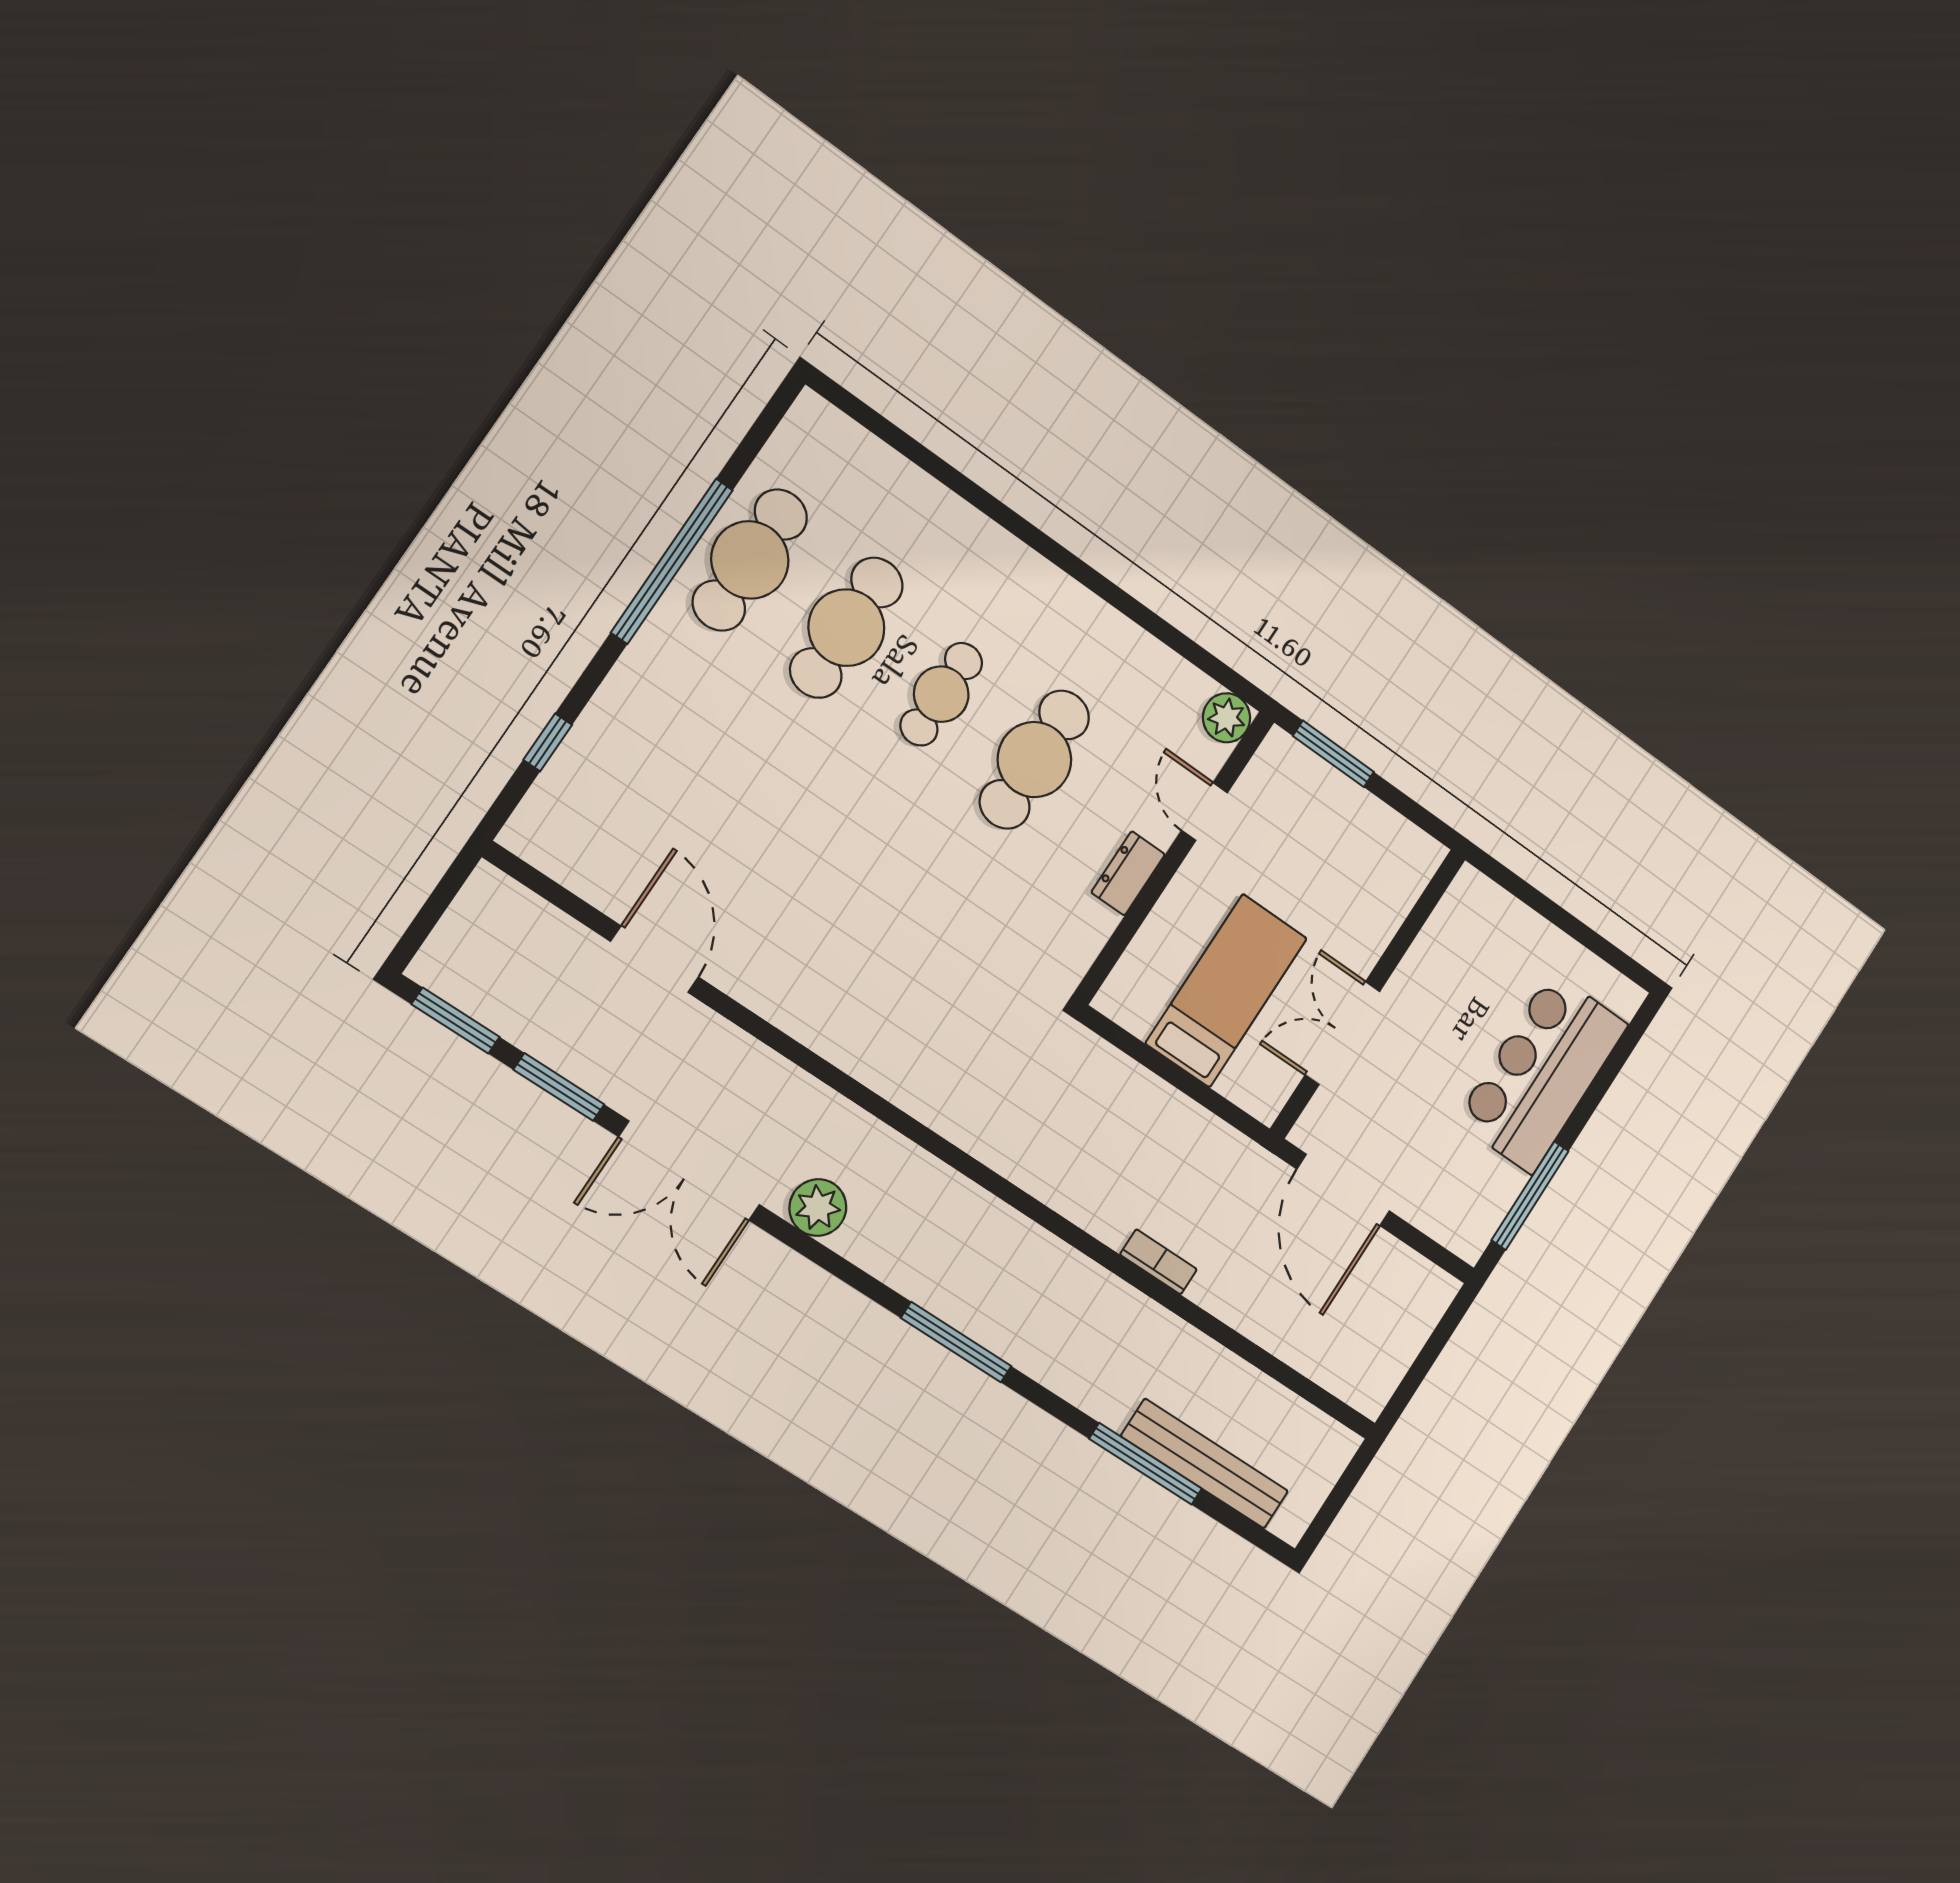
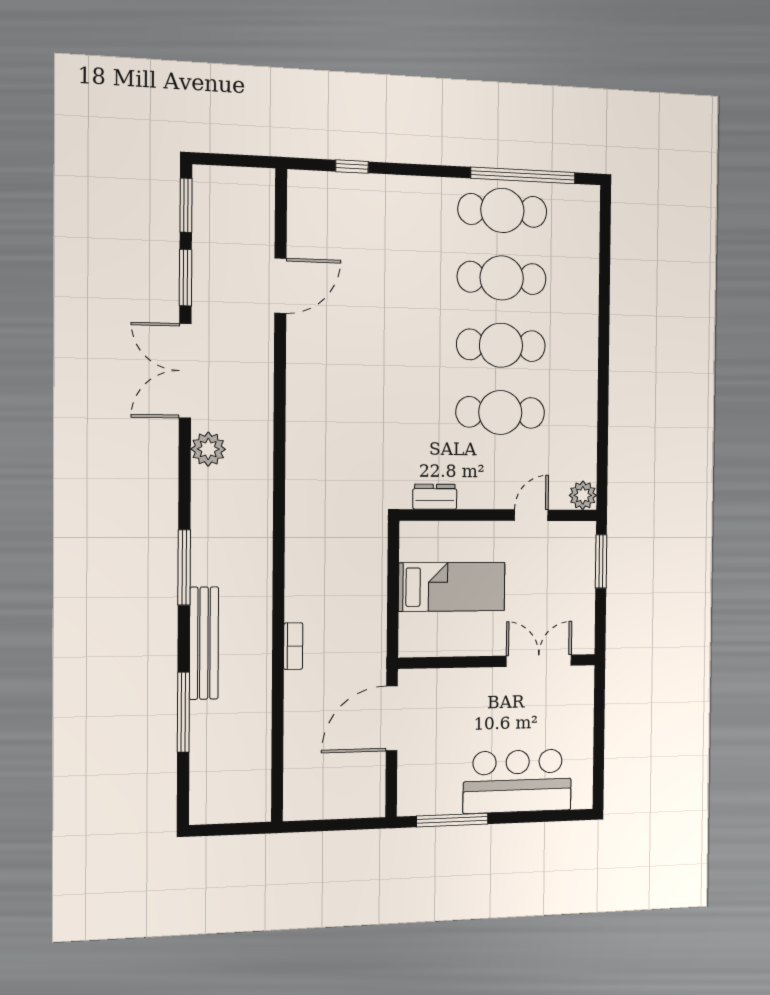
window: (672, 561) -> (523, 175), moved
cafe table: (941, 694) -> (501, 345), width x1.37, depth x1.35
dresser: (1128, 873) -> (435, 497), moved
double door: (1342, 1033) -> (539, 661), moved
bench: (1205, 1464) -> (204, 643), moved

